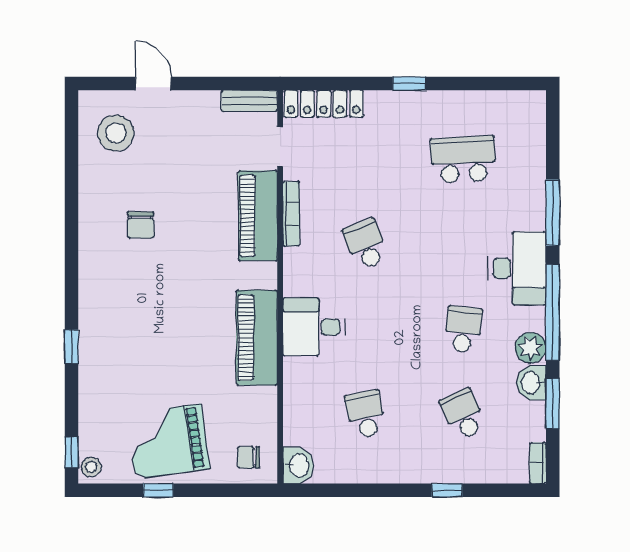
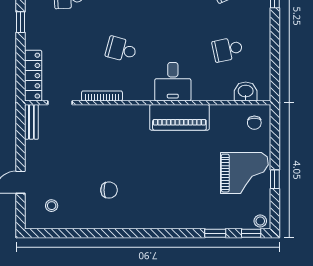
stool: (116, 133) -> (52, 206), width x0.53, depth x0.53
piano: (258, 216) -> (103, 117), removed
school desk: (366, 244) -> (121, 49), turned 36
window: (71, 347) -> (215, 233), moved
grand piano: (168, 441) -> (244, 173), turned -82
washbasin: (298, 465) -> (246, 92), moved

